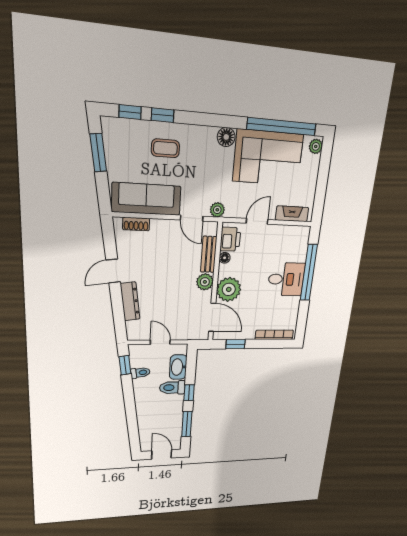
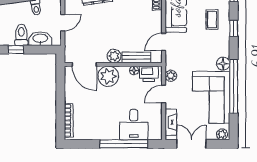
window: (163, 115) -> (234, 28), moved
window: (282, 127) -> (234, 86), moved
double door: (321, 188) -> (192, 144), added
plant: (217, 210) -> (171, 76), moved
door: (257, 221) -> (164, 94), swing flipped
desk: (286, 279) -> (134, 125), moved
door: (212, 317) -> (84, 64), hinge flipped
window: (236, 344) -> (60, 87), removed

